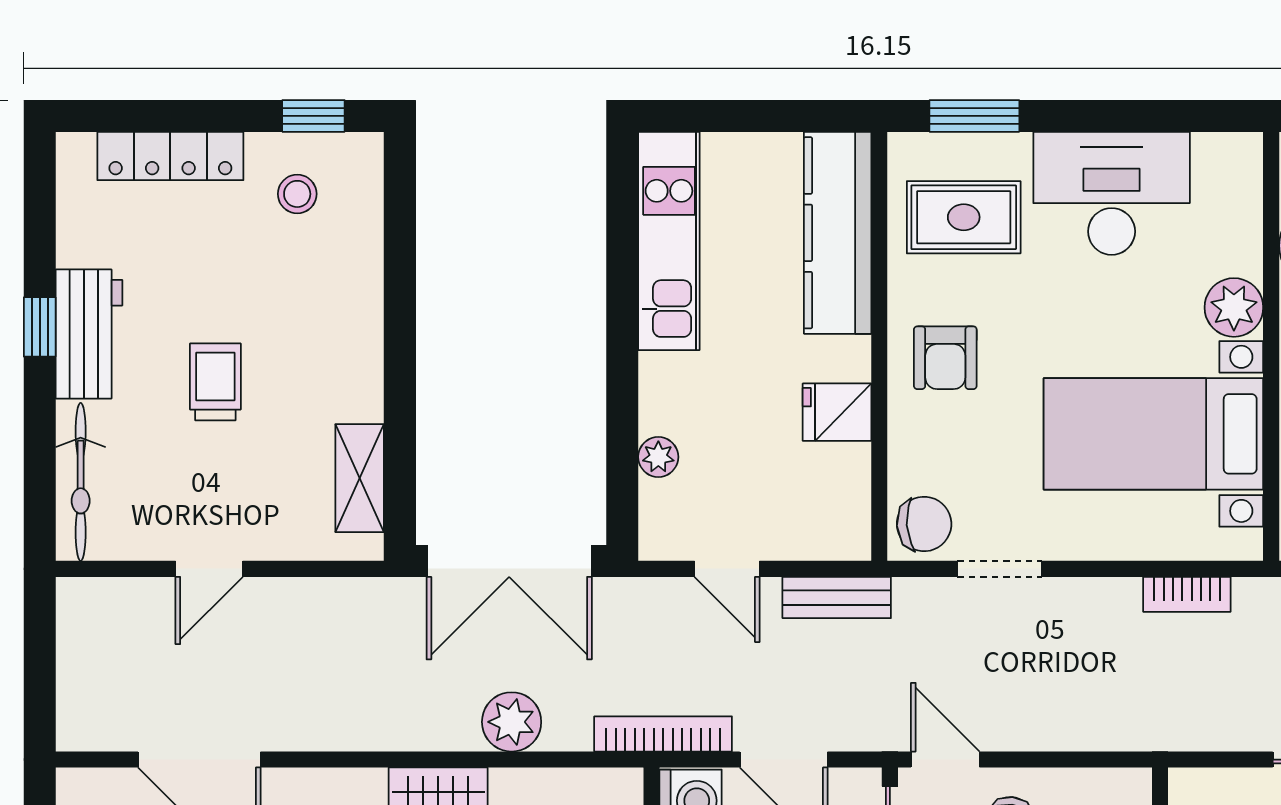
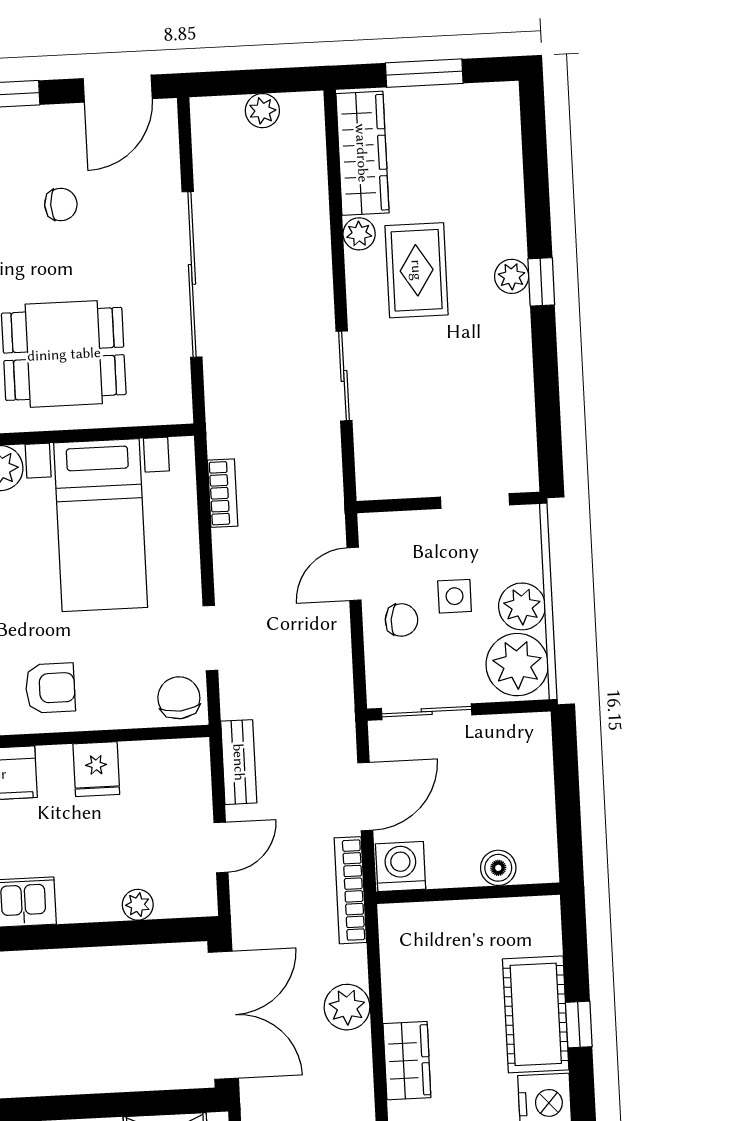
door: (945, 760) -> (354, 574), moved

